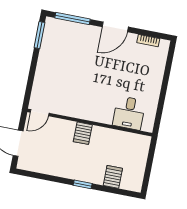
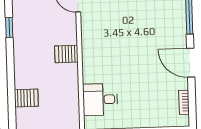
window: (83, 184) -> (9, 28), moved

